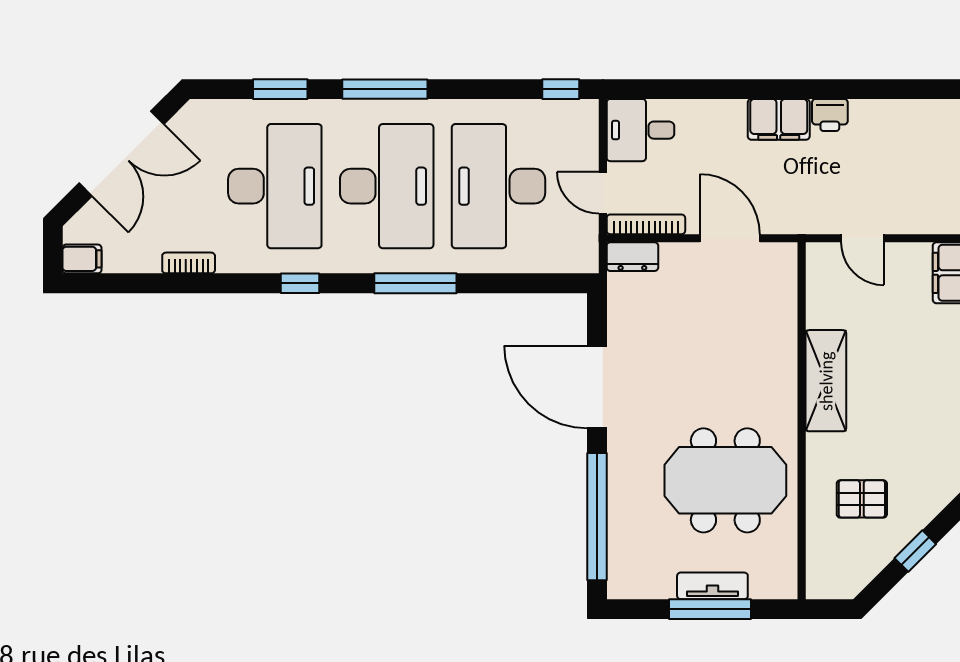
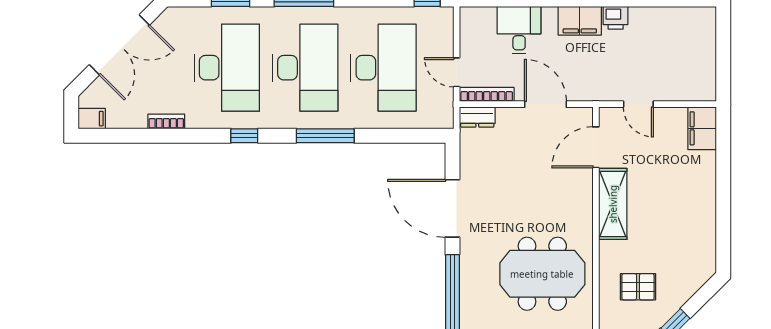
desk: (640, 130) -> (519, 30), moved, turned 90
desk: (499, 186) -> (383, 68), turned 180
door: (802, 300) -> (596, 147), added

